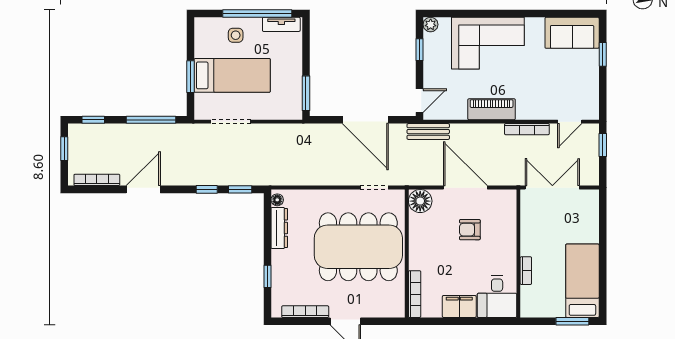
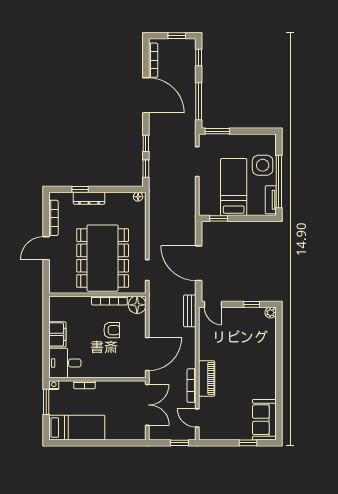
side table: (236, 35) -> (263, 165), width x1.87, depth x1.87
corner sofa: (488, 43) -> (257, 356), removed
bed: (232, 75) -> (234, 187), moved, turned 180
window: (191, 77) -> (217, 131), moved
window: (306, 93) -> (219, 218), width x0.67
piano: (492, 109) -> (207, 378), moved
door: (365, 120) -> (199, 263), hinge flipped
door: (465, 188) -> (147, 354), moved
door: (143, 189) -> (146, 95), width x1.36
dresser: (279, 228) -> (89, 198), moved
armchair: (470, 230) -> (112, 330), moved, turned 90
bookcase: (415, 294) -> (109, 301), moved
nightstand: (526, 311) -> (54, 385), added
window: (572, 321) -> (46, 402), moved

